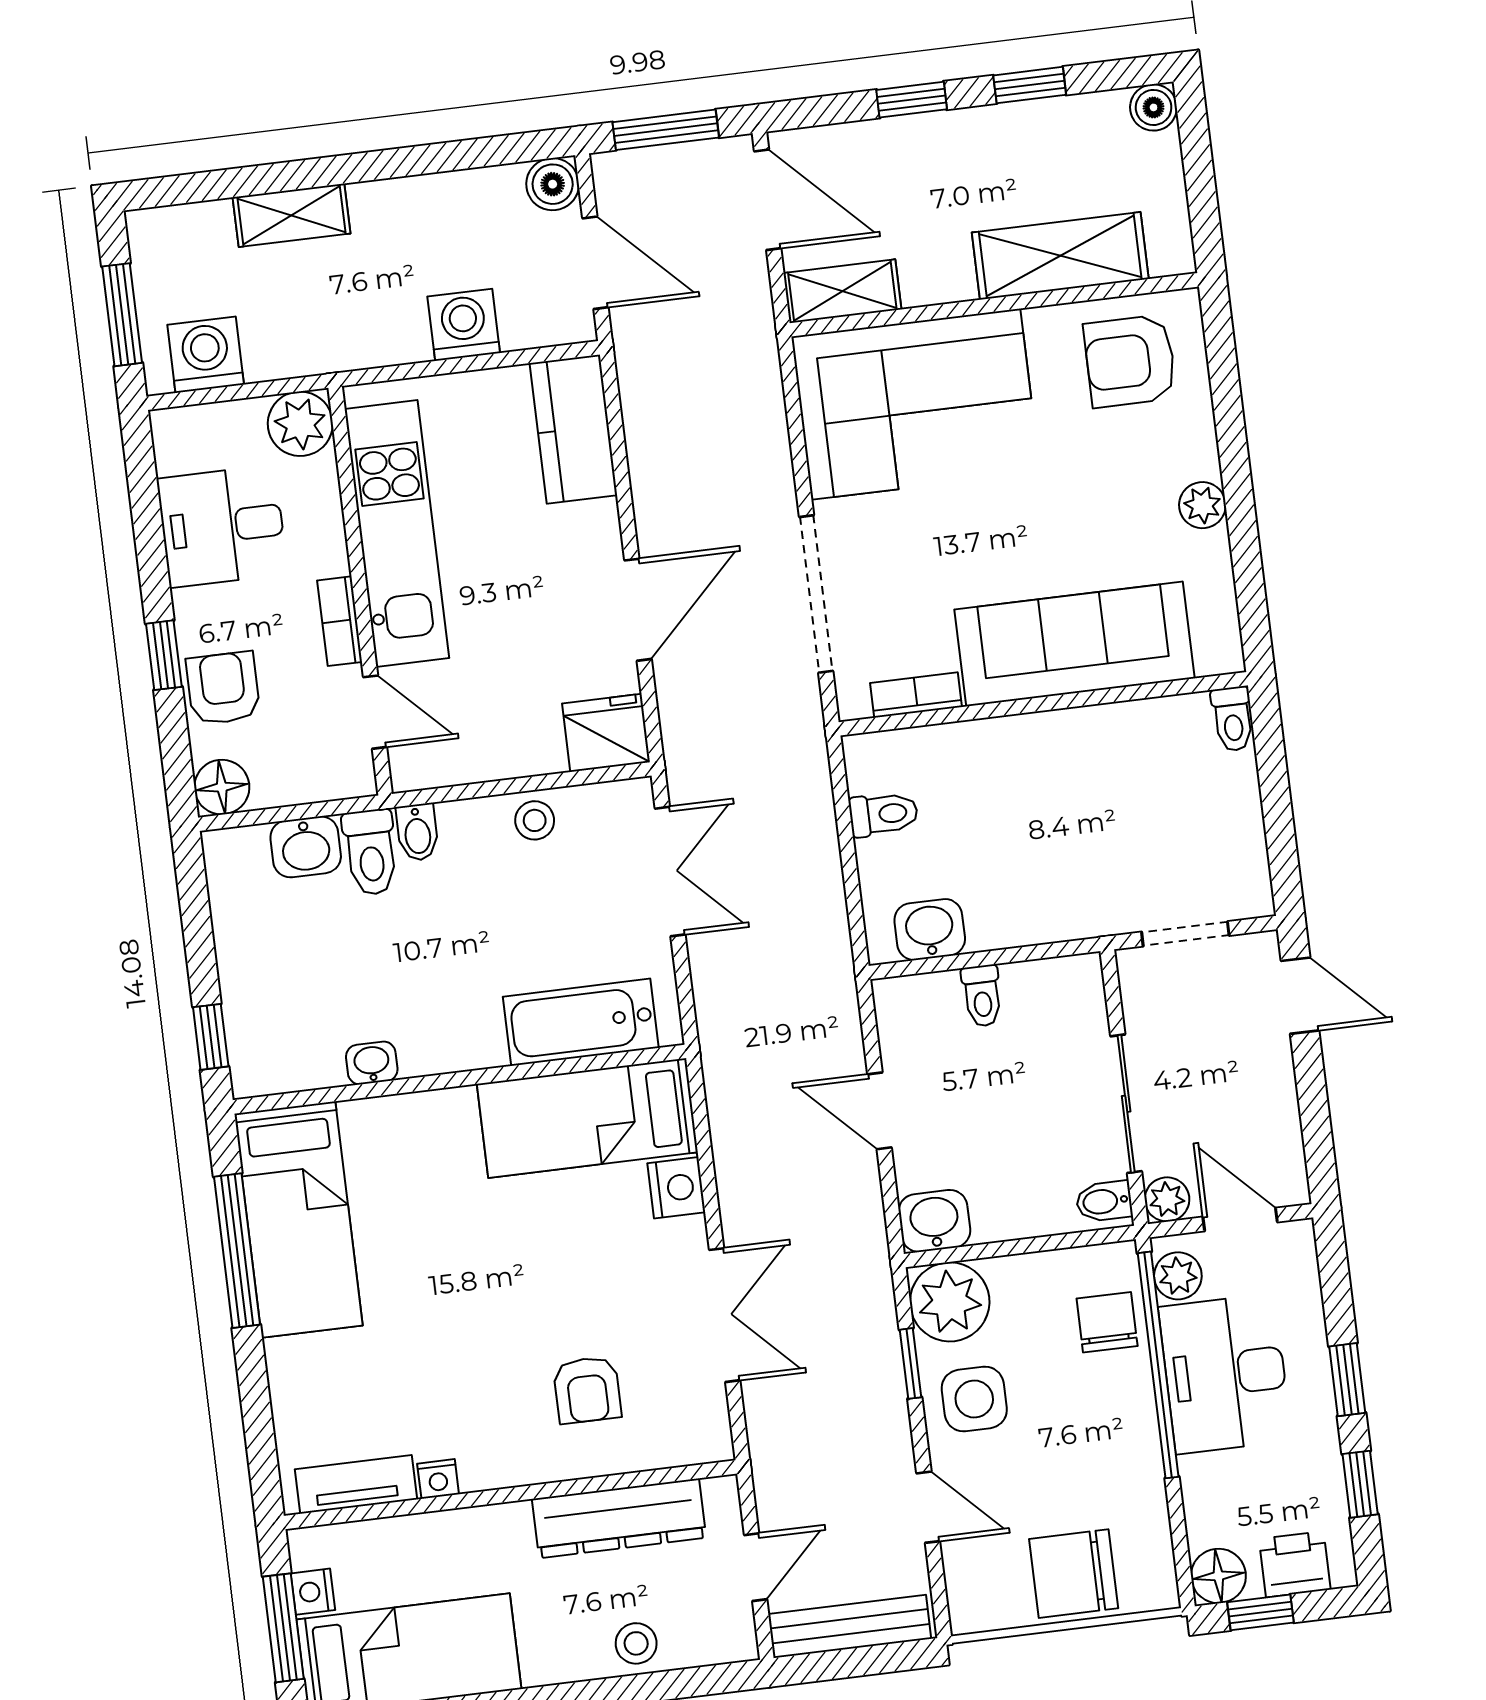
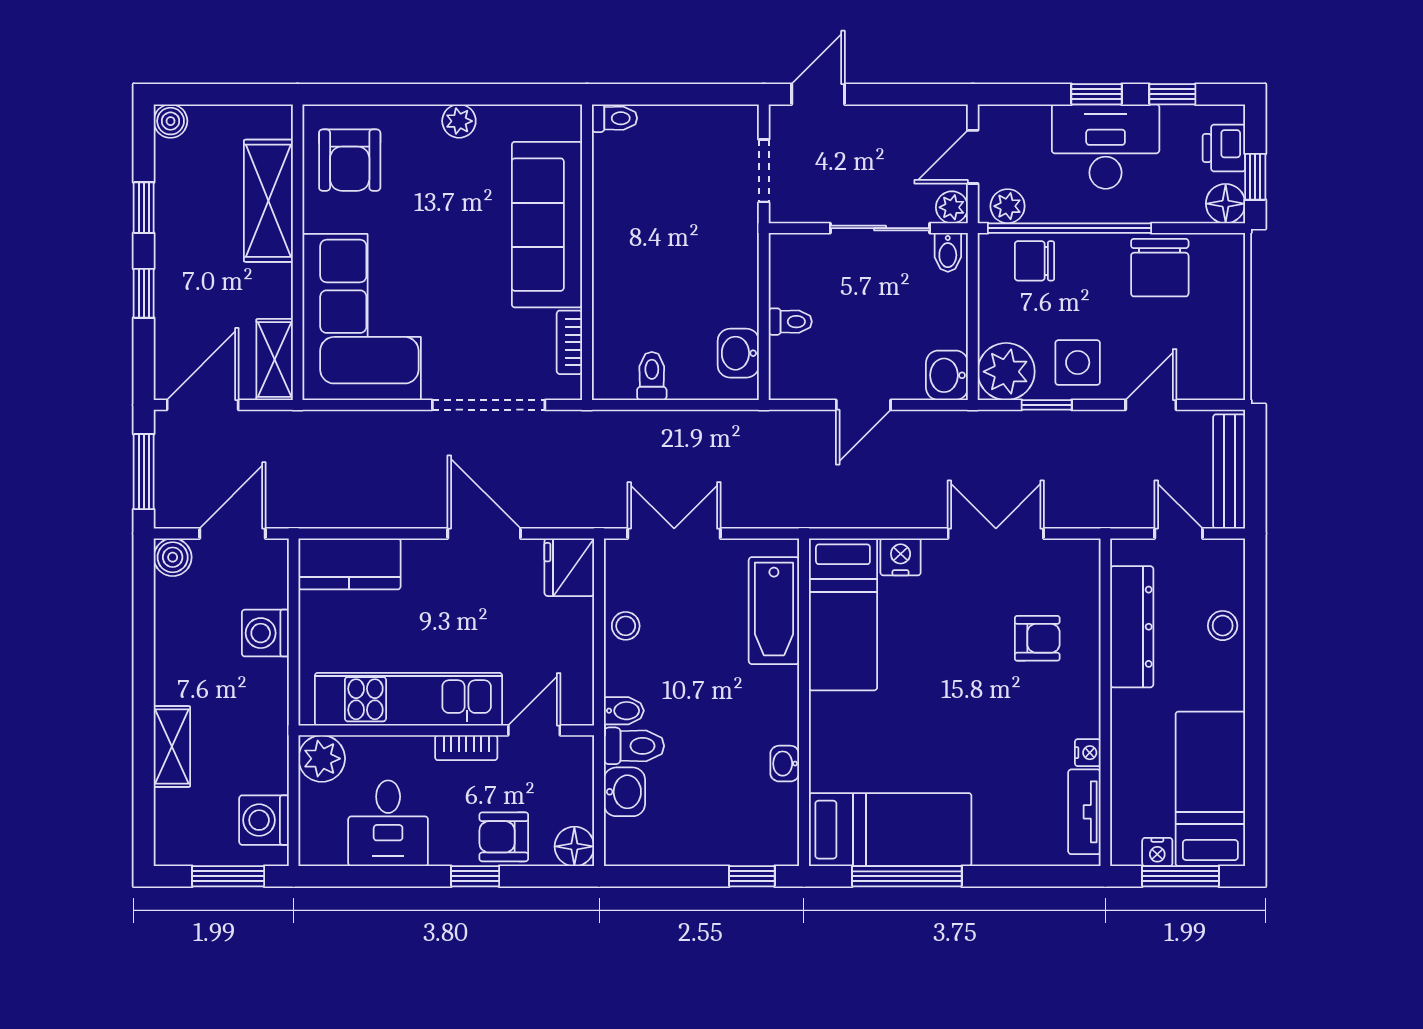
desk: (1225, 1374) -> (1106, 147), moved, turned 180
chair: (1074, 1574) -> (1160, 268), moved

